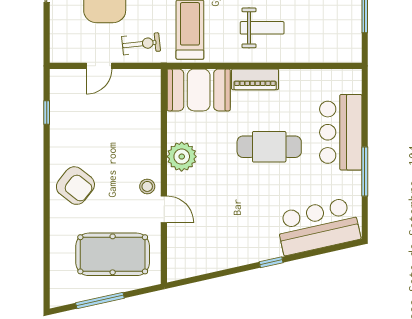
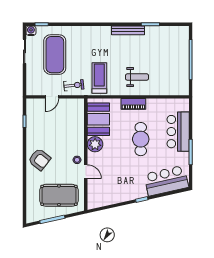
booth: (199, 90) -> (98, 119), moved, turned 90
cafe table: (269, 147) -> (141, 139), turned 90

